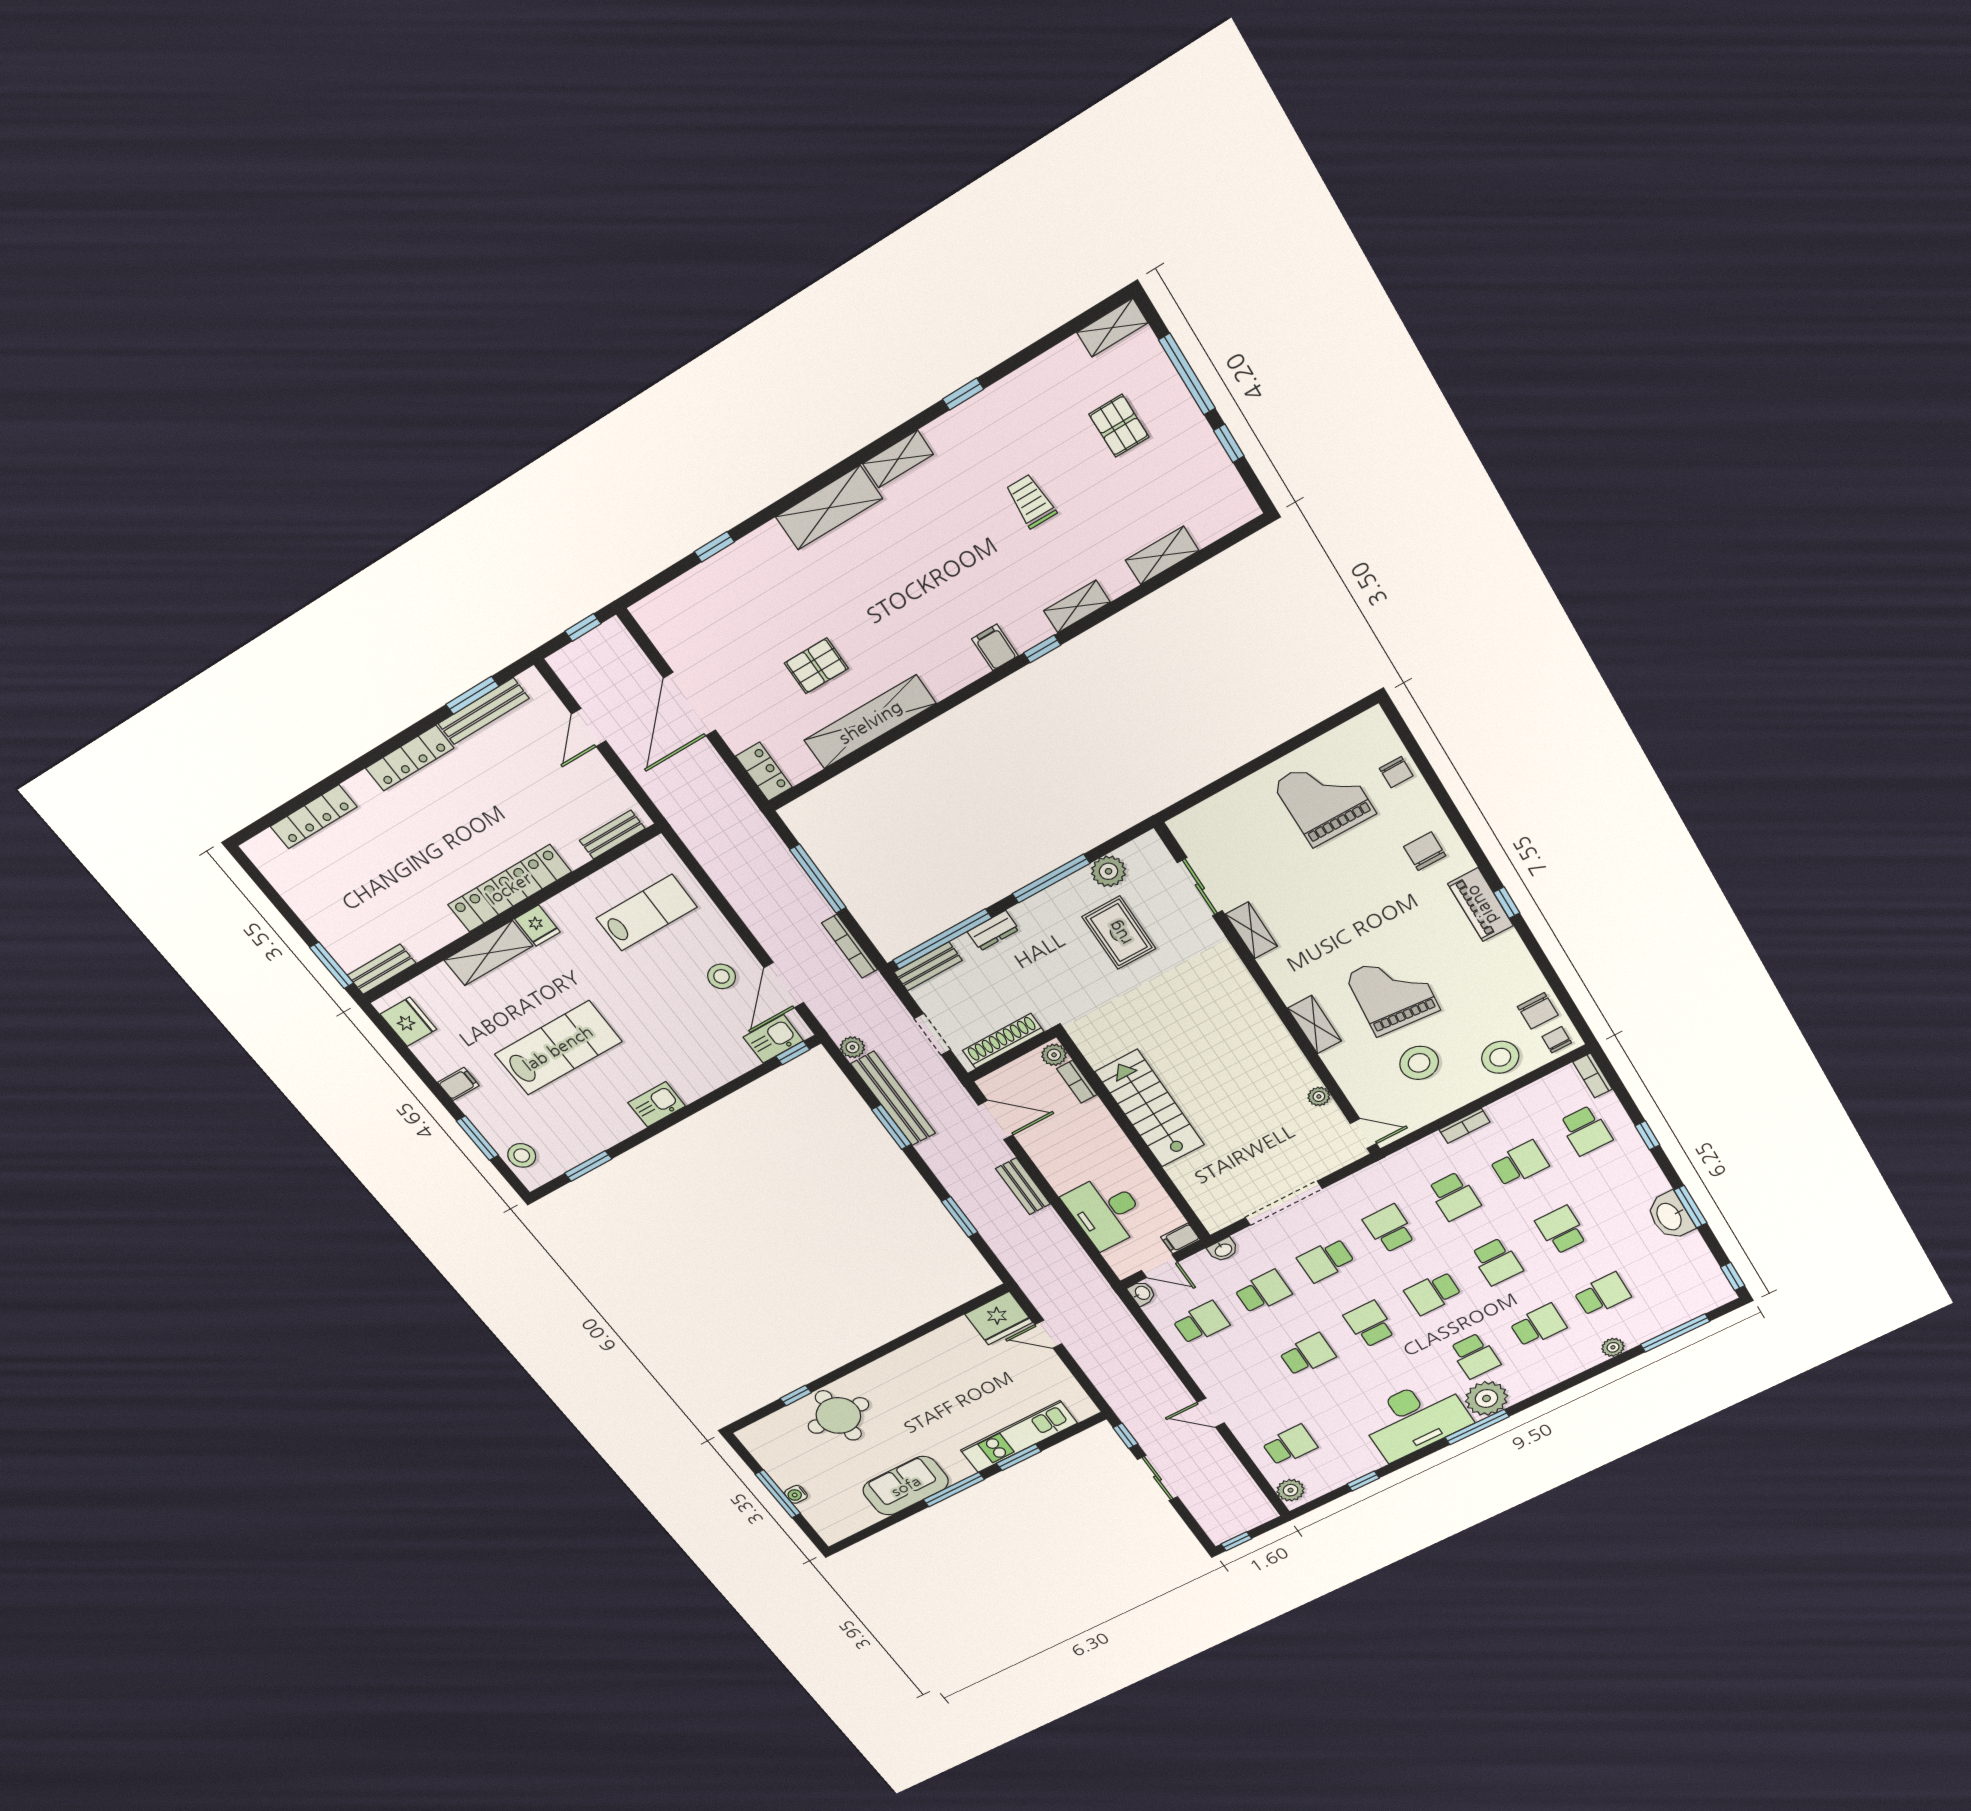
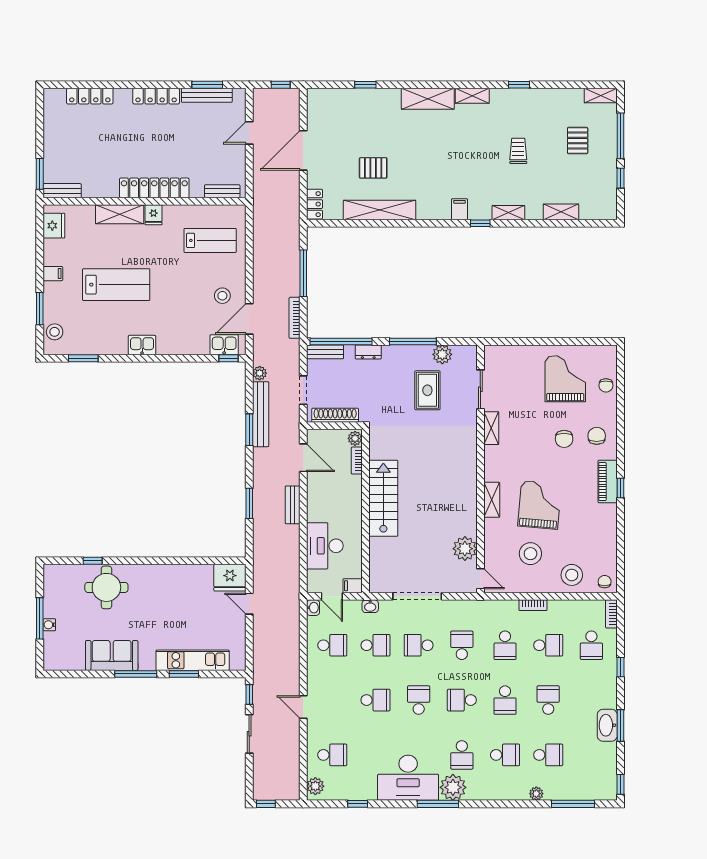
chair: (1538, 1011) -> (564, 439), moved
plant: (1319, 1096) -> (465, 549), width x1.88, depth x1.88

